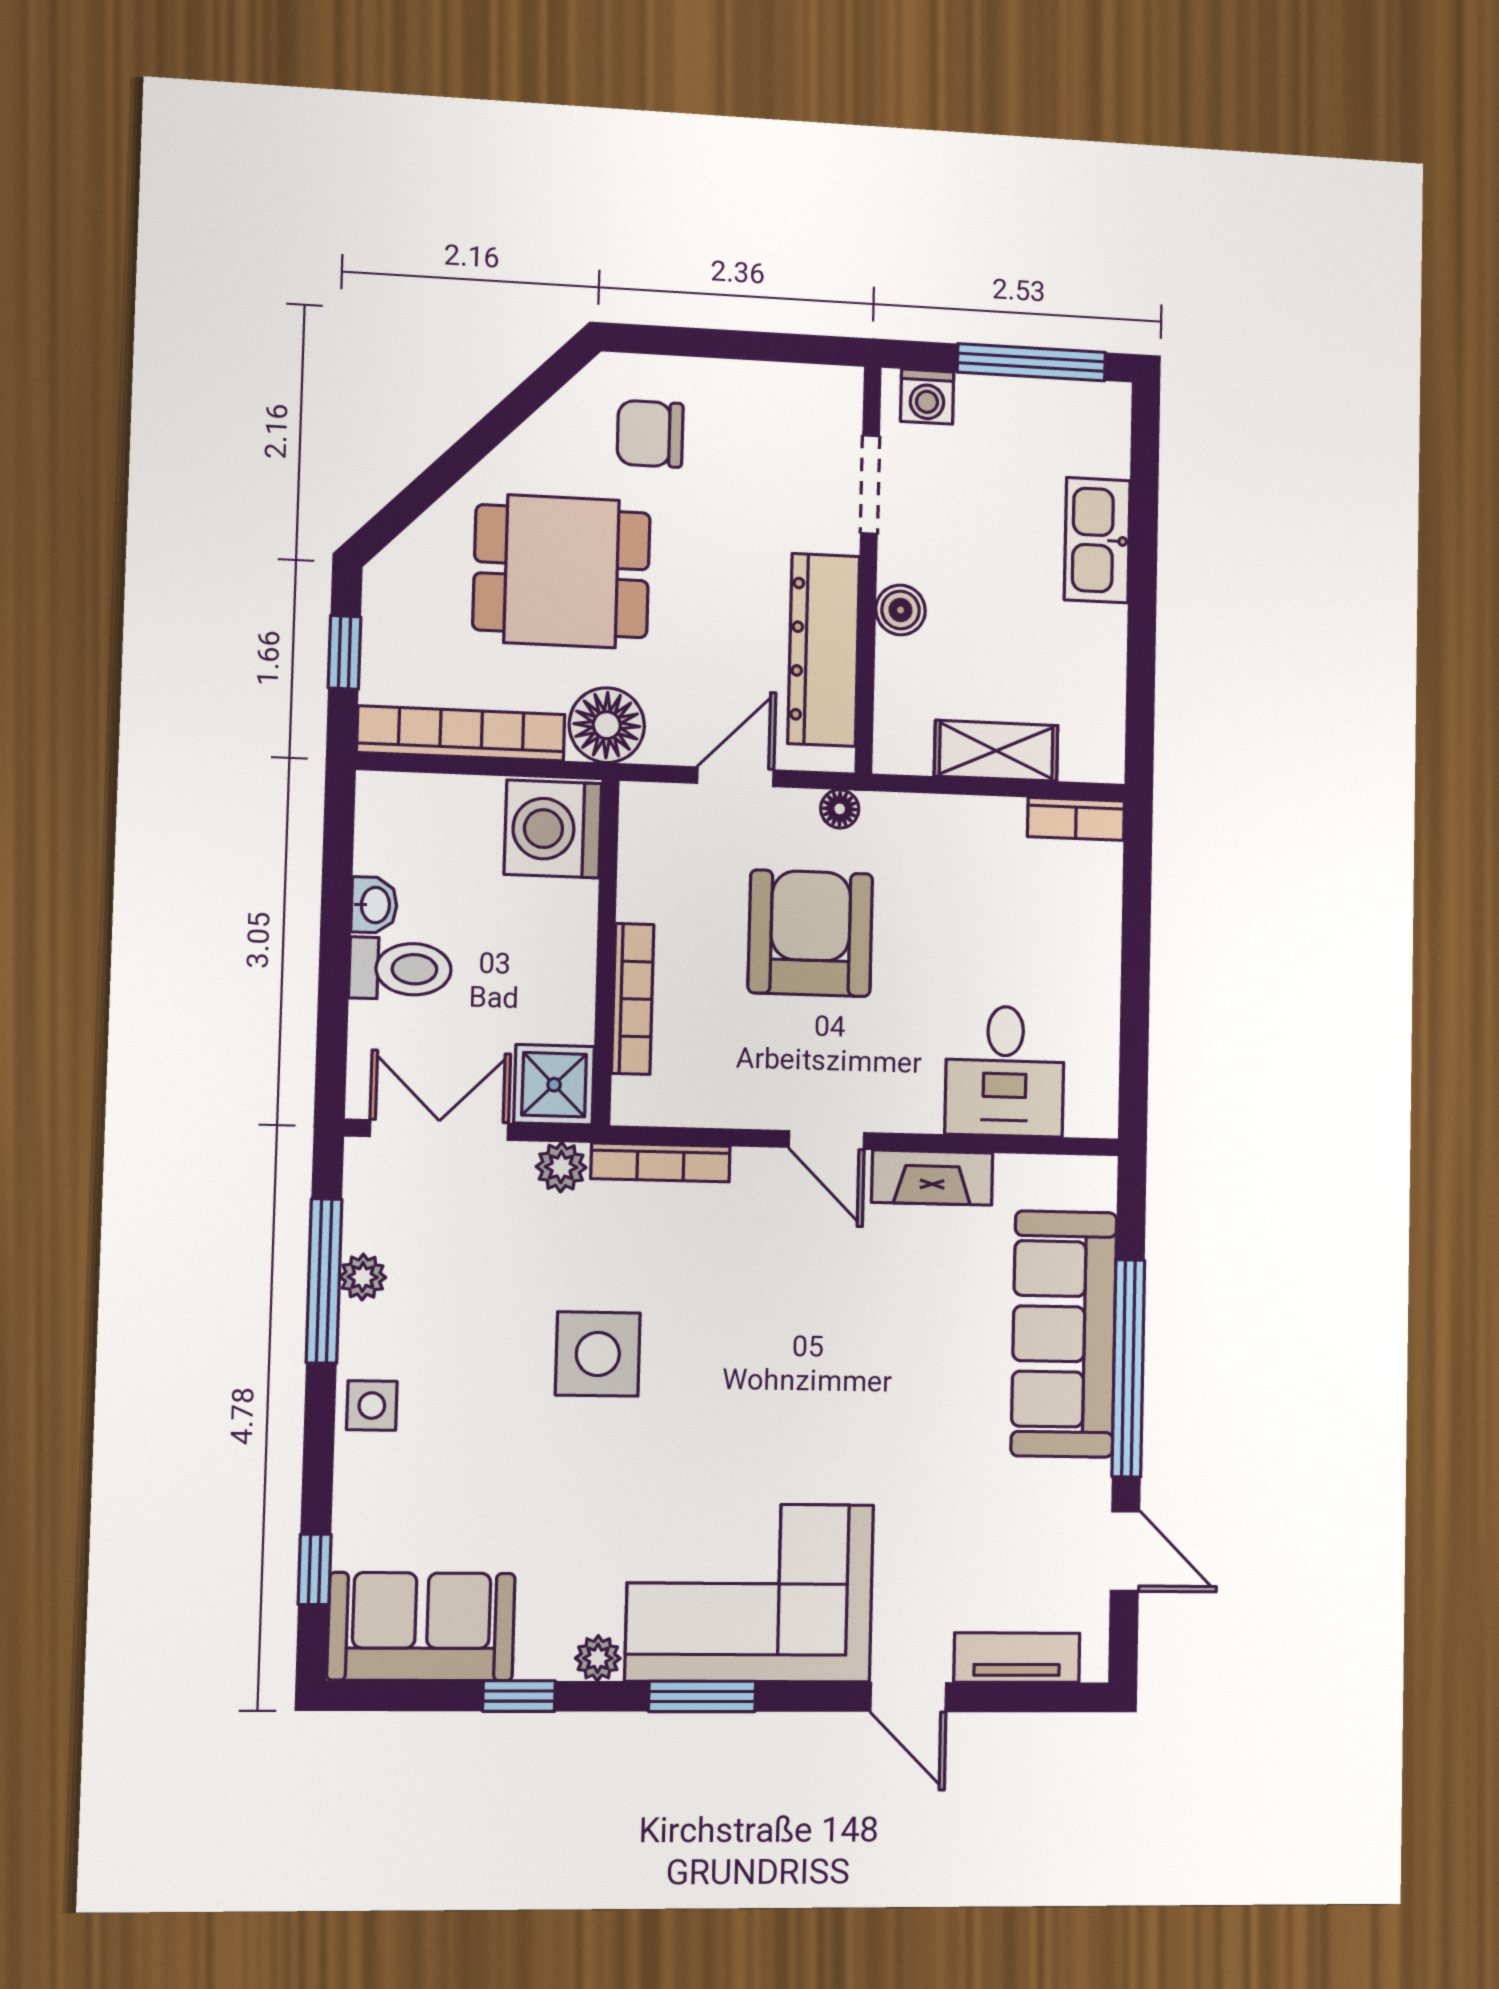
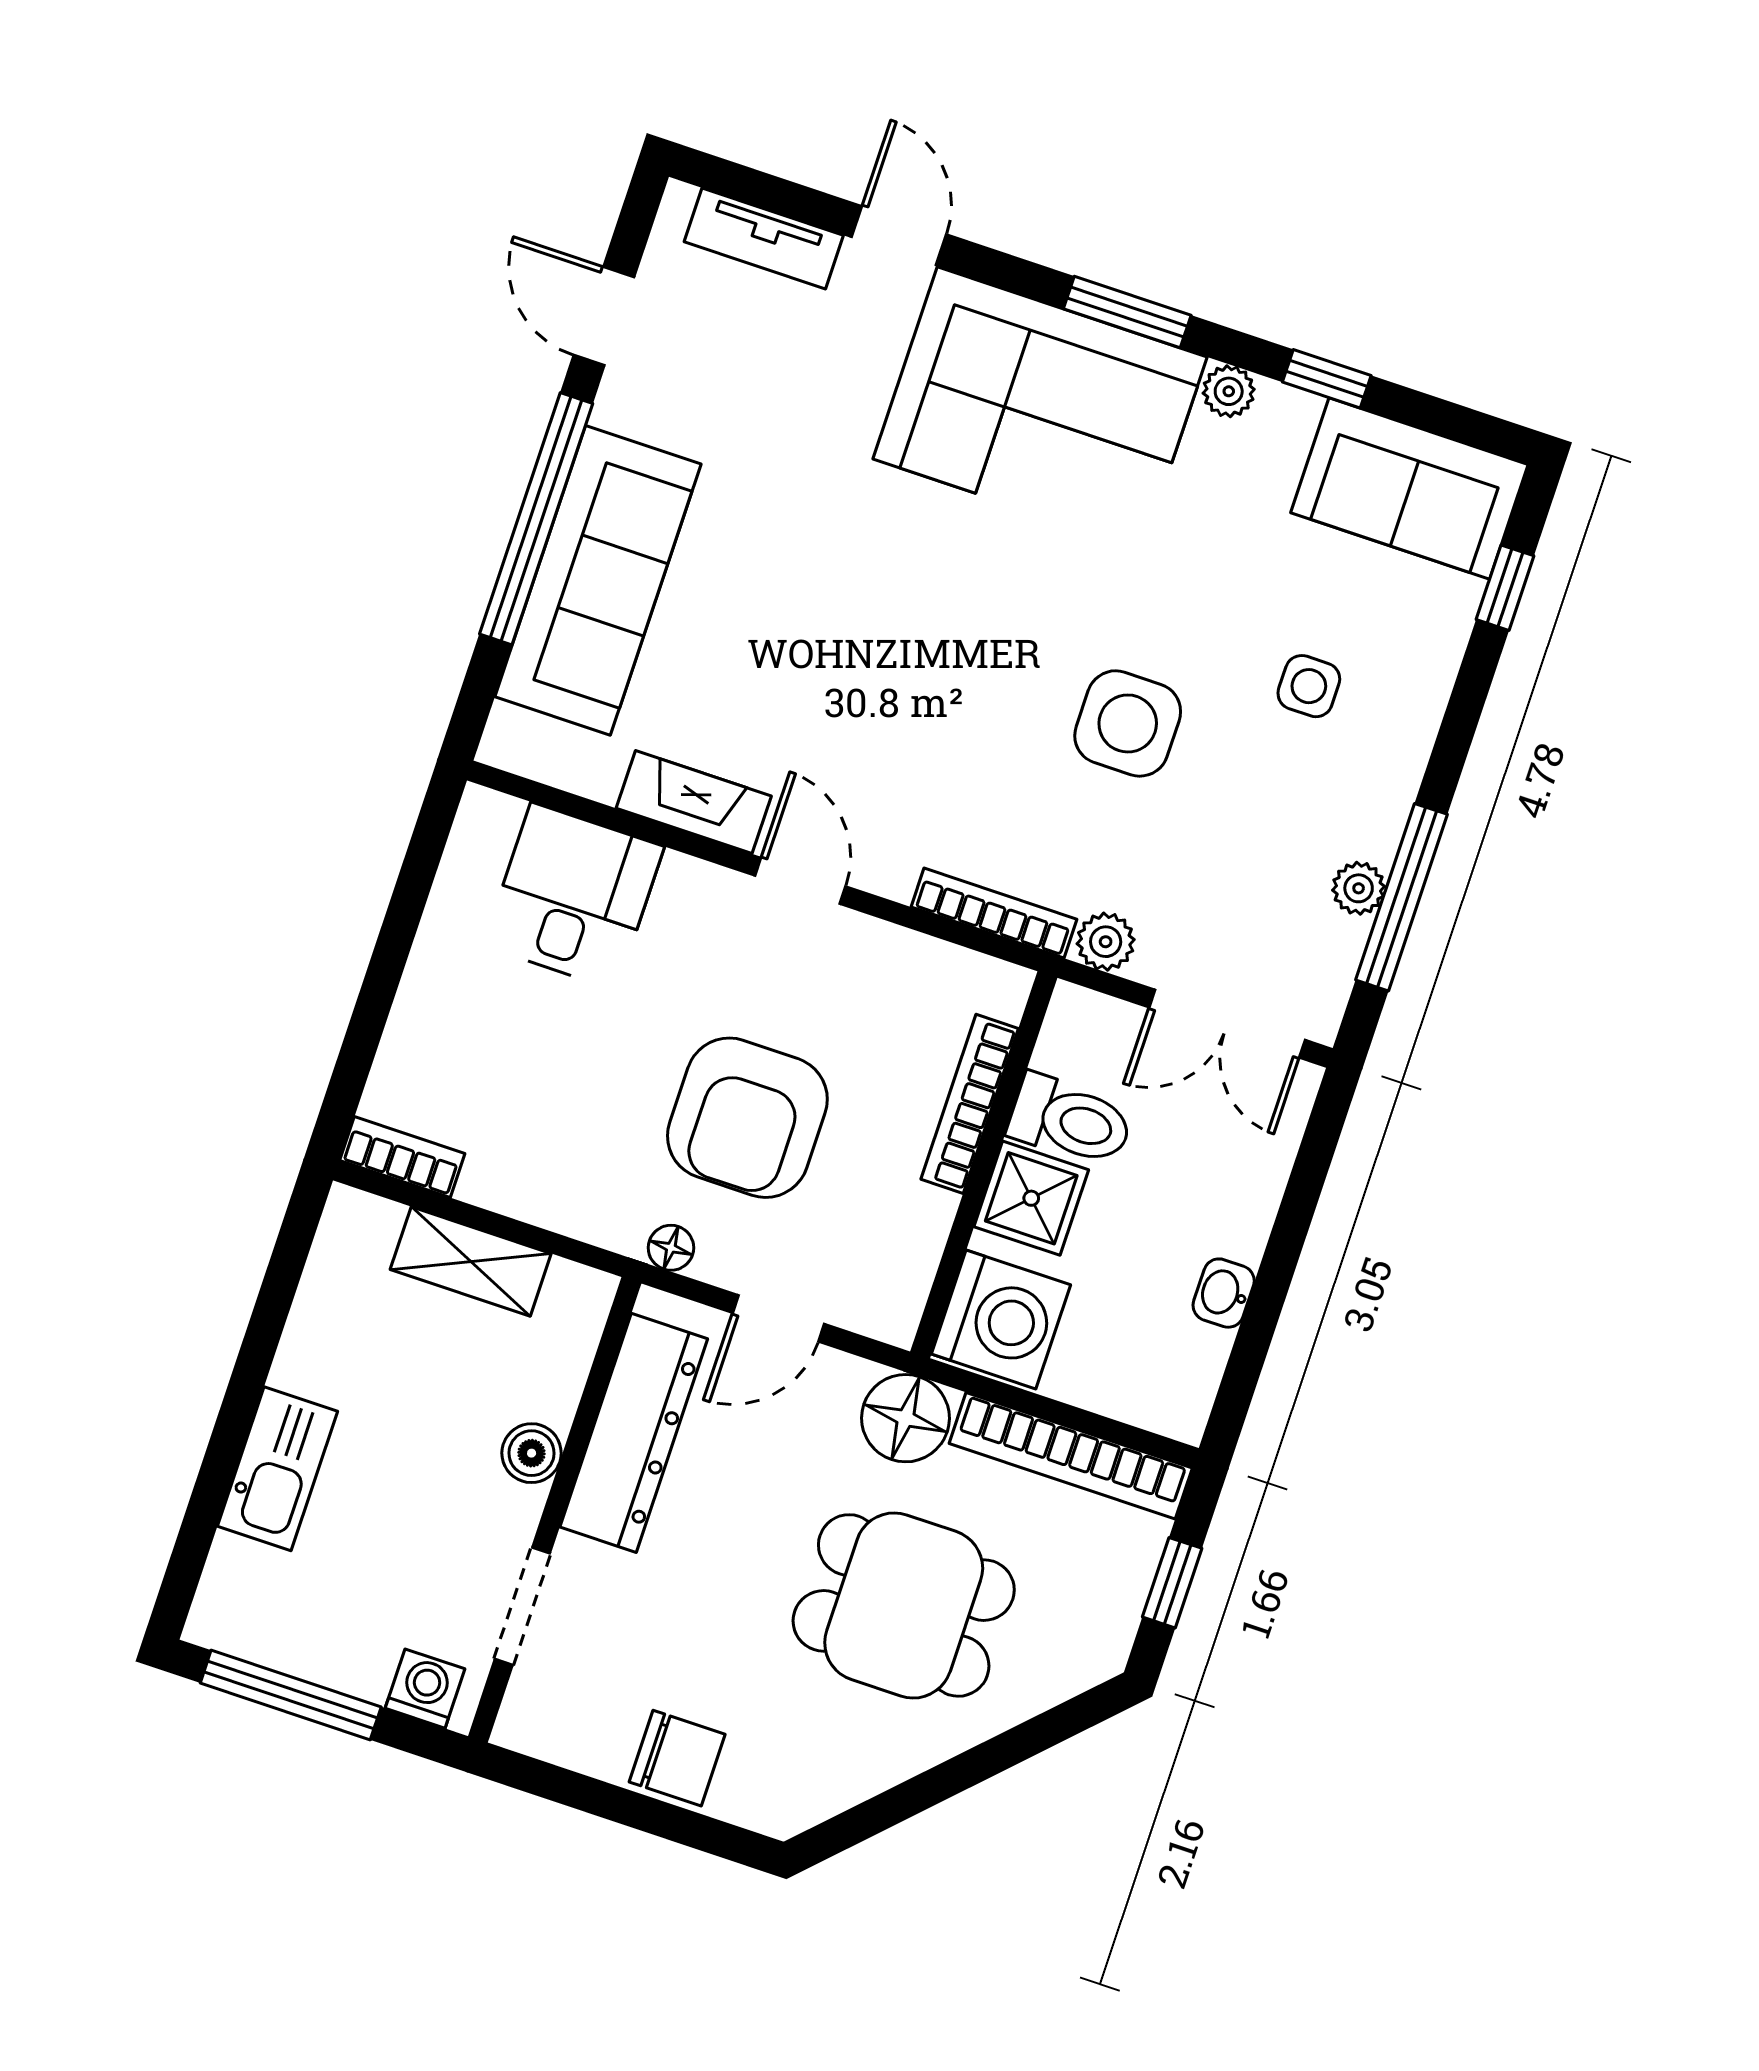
chair: (650, 434) -> (677, 1758), moved
toilet: (400, 969) -> (1070, 1121), moved, turned 180
shower: (554, 1085) -> (1031, 1198), moved
side table: (372, 1406) -> (1309, 686), moved

